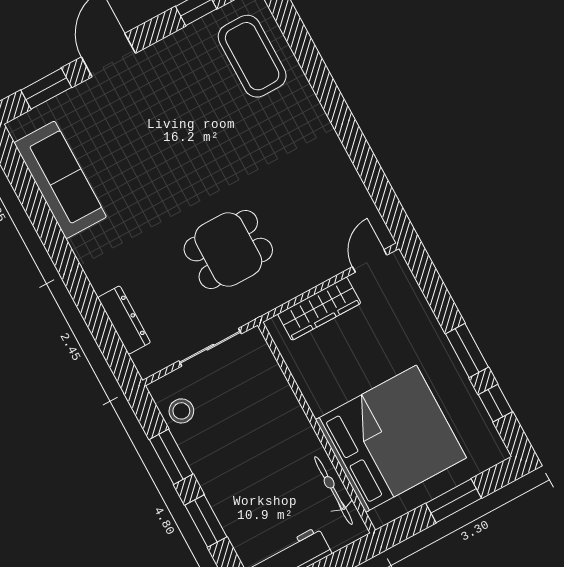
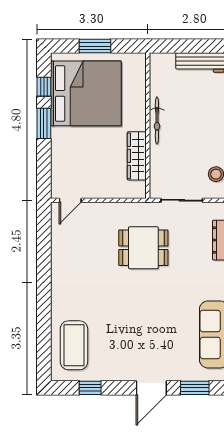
wardrobe: (319, 309) -> (137, 156), moved, turned -90
bed: (391, 439) -> (86, 93), moved, turned 180
bicycle: (334, 491) -> (157, 121), moved

